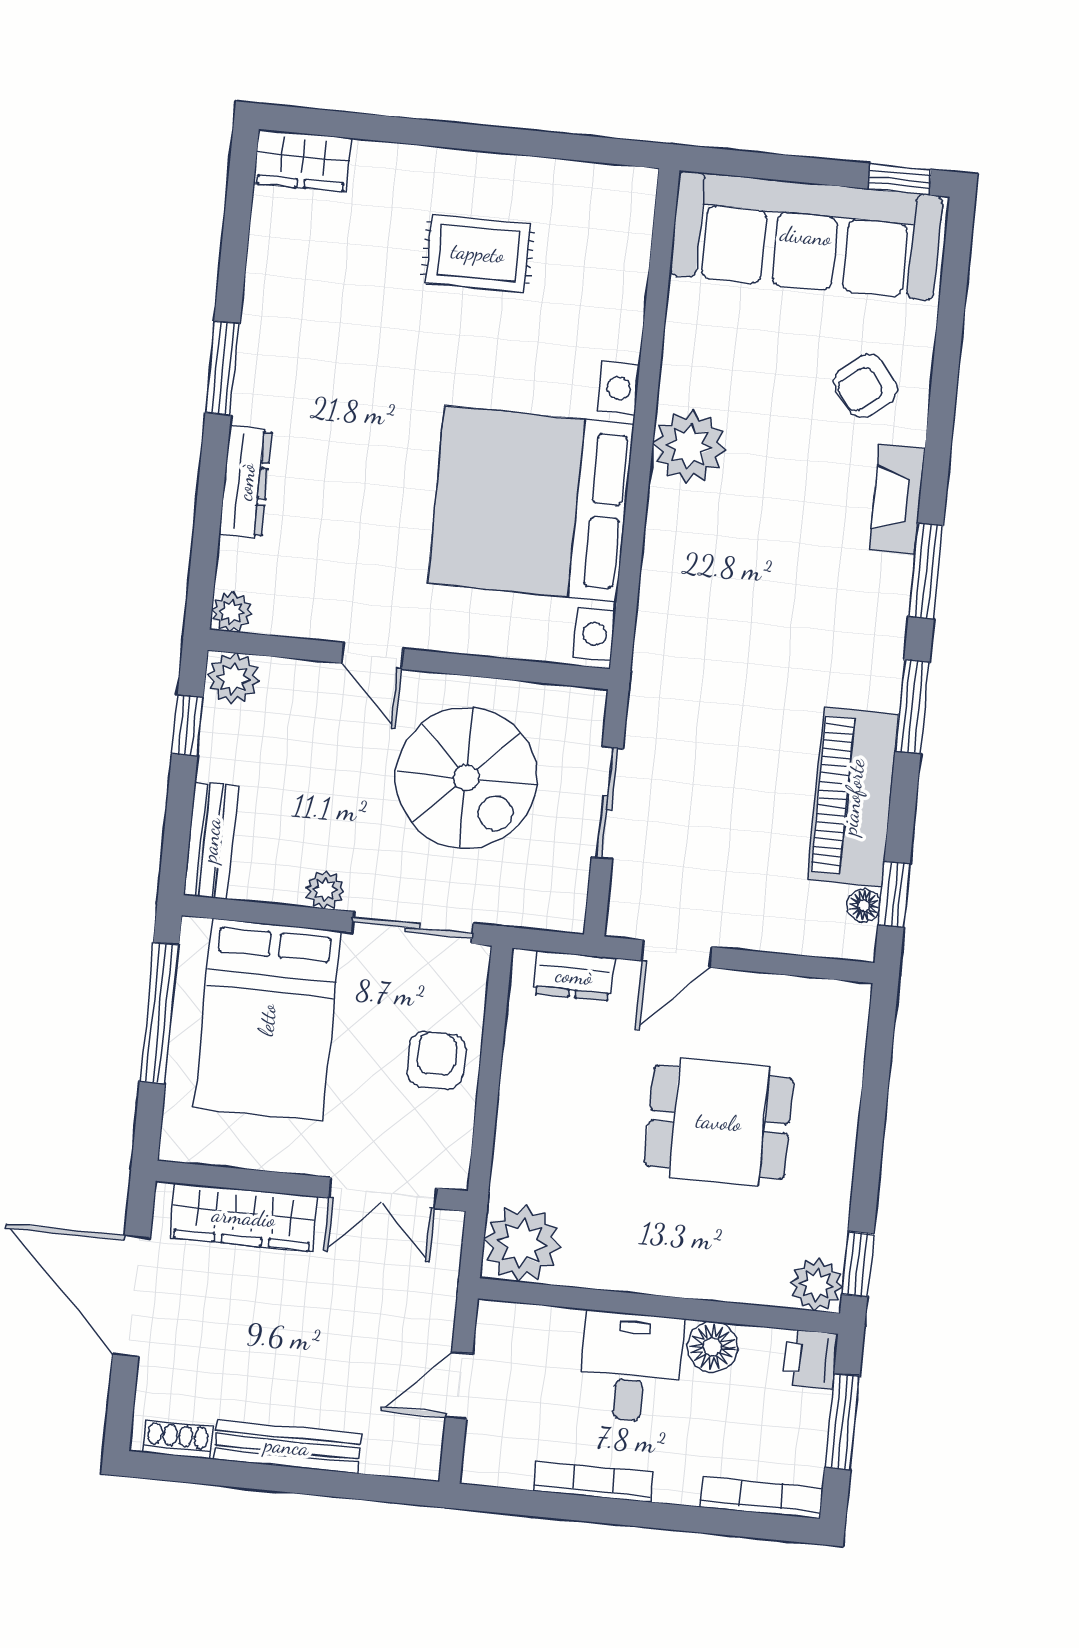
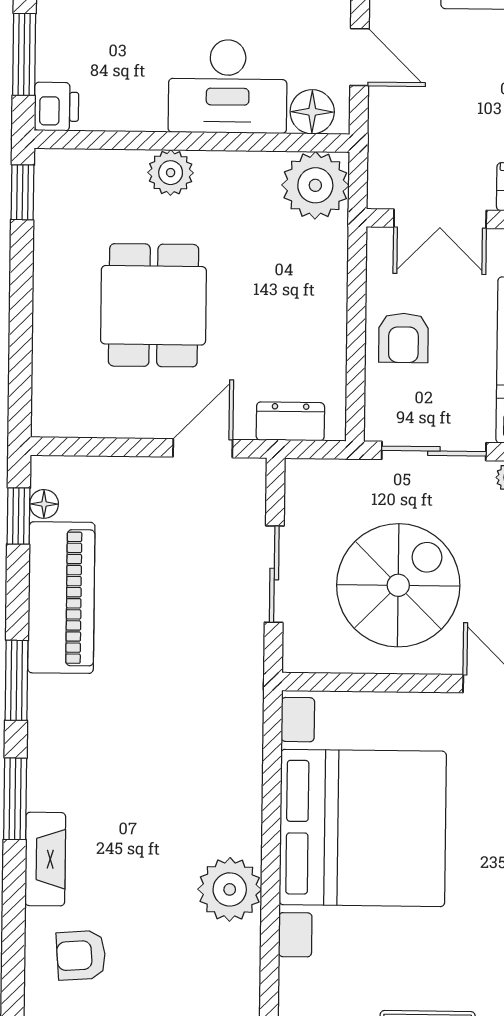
armchair: (866, 386) -> (81, 955), turned -145
spiral stairs: (466, 778) -> (398, 585), turned 90
dining table: (719, 1122) -> (153, 305), turned 90
double door: (383, 1193) -> (440, 219), swing flipped
plant: (817, 1285) -> (171, 173), moved
floor lamp: (712, 1347) -> (312, 112), moved
desk: (631, 1367) -> (228, 86), width x1.37
door: (459, 1386) -> (359, 57), hinge flipped

